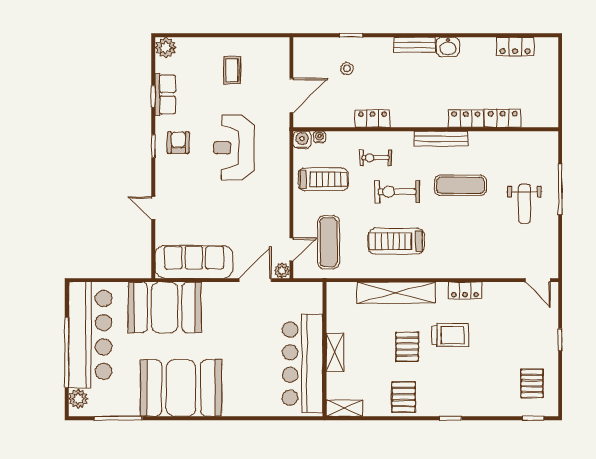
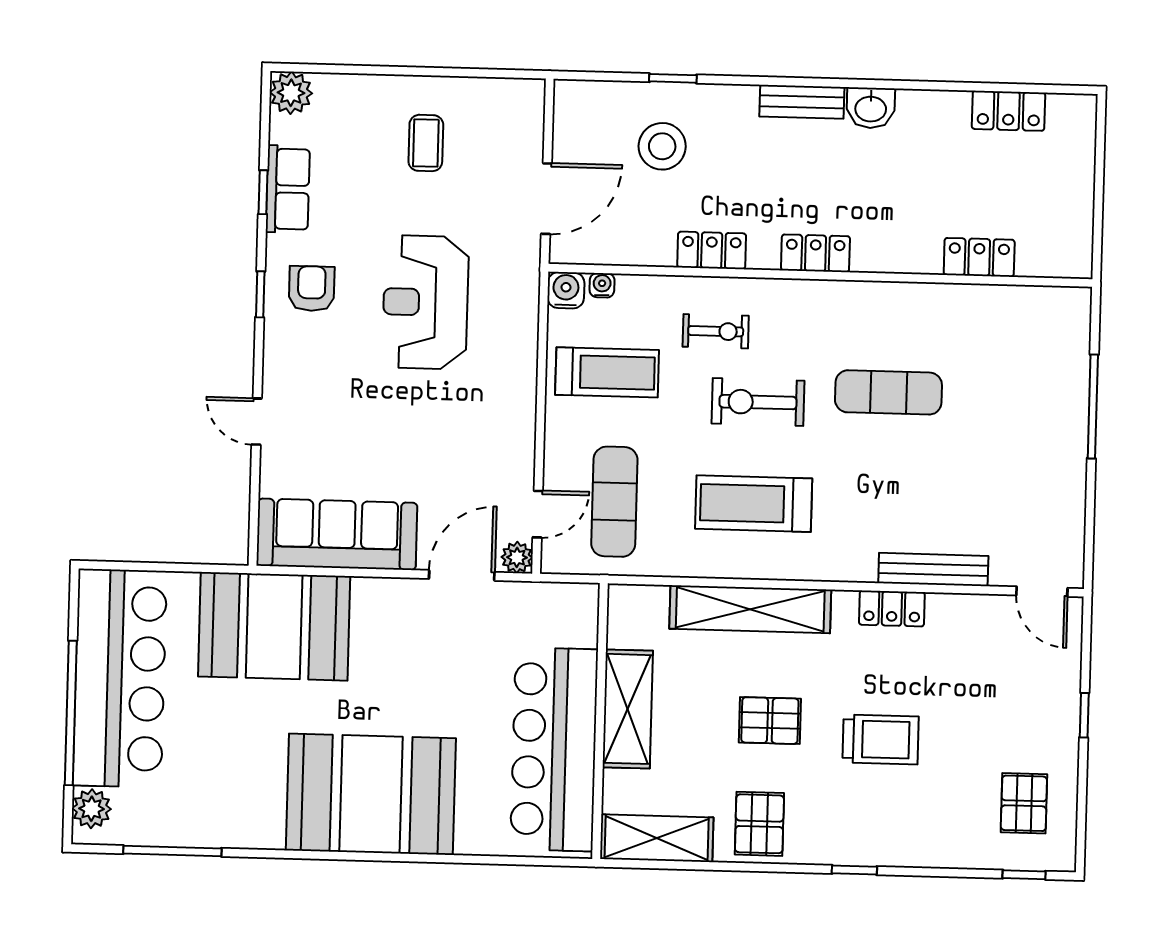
stool: (347, 69) -> (662, 146), width x1.89, depth x1.89
locker: (466, 119) -> (815, 253), moved
bench: (441, 138) -> (933, 569), moved
exercise bike: (376, 158) -> (716, 331), turned 180
weight bench: (524, 204) -> (1019, 434), removed
trolley: (450, 335) -> (881, 740), moved
pallet: (407, 347) -> (770, 721), turned 90
shelving: (335, 353) -> (628, 709), width x1.50, depth x1.33
booth: (181, 388) -> (371, 794), moved
shelving: (345, 408) -> (657, 838), width x1.50, depth x1.33

